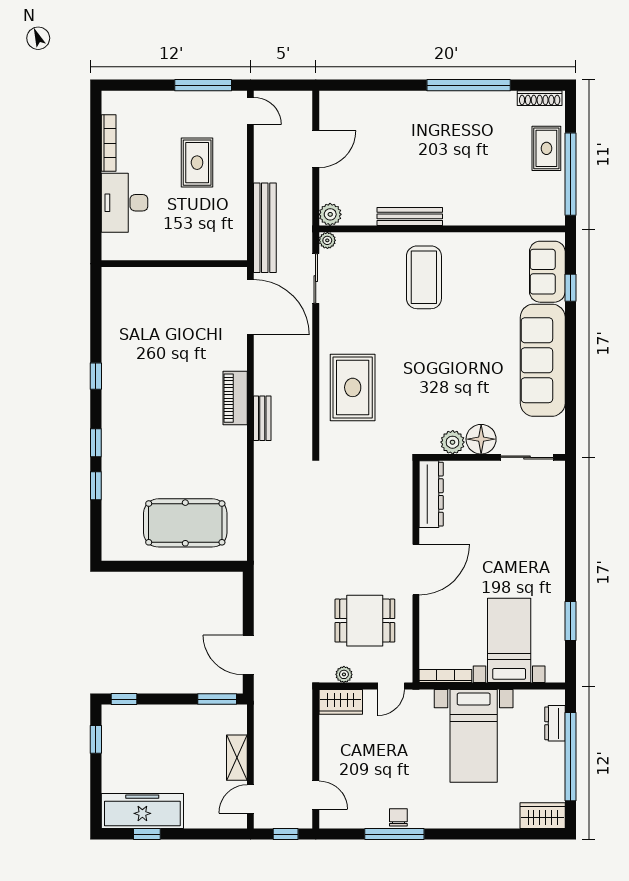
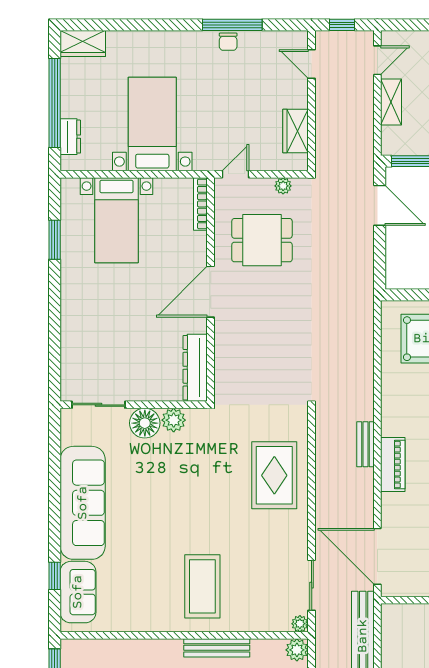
bookcase: (445, 676) -> (200, 204), moved, turned 90
wardrobe: (341, 702) -> (296, 131), moved, turned -90

